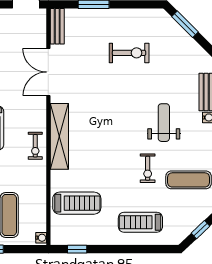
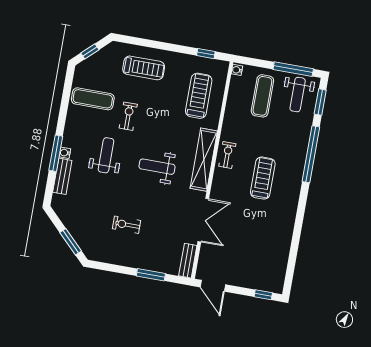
exercise bike: (129, 53) -> (126, 225), width x0.73, depth x0.72
weight bench: (108, 120) -> (157, 167), added
weight bench: (164, 123) -> (106, 155), turned 180
treadmill: (77, 203) -> (199, 96), turned 90

